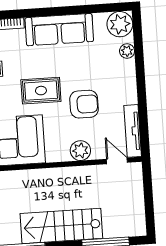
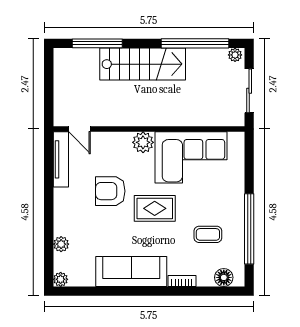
plant: (120, 24) -> (61, 279), width x0.53, depth x0.53
plant: (80, 151) -> (143, 142), moved

